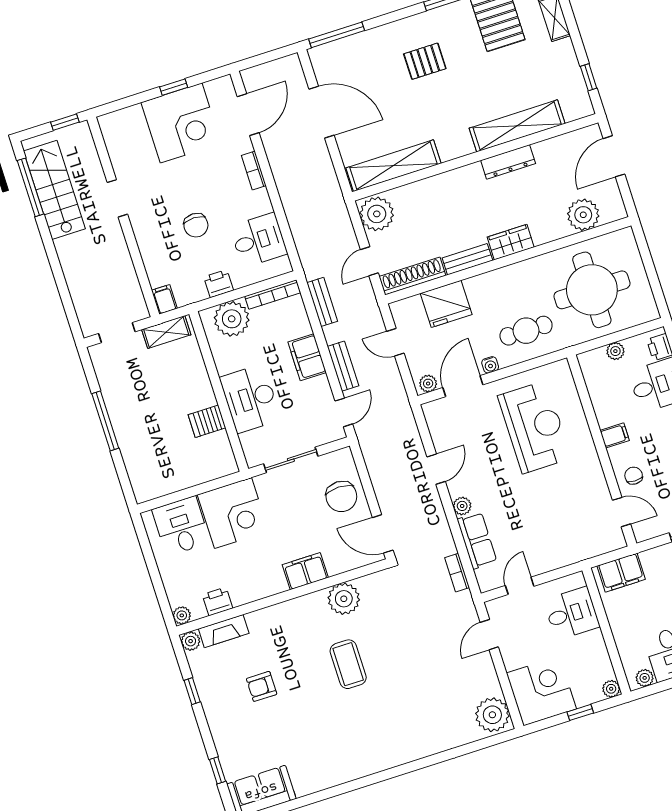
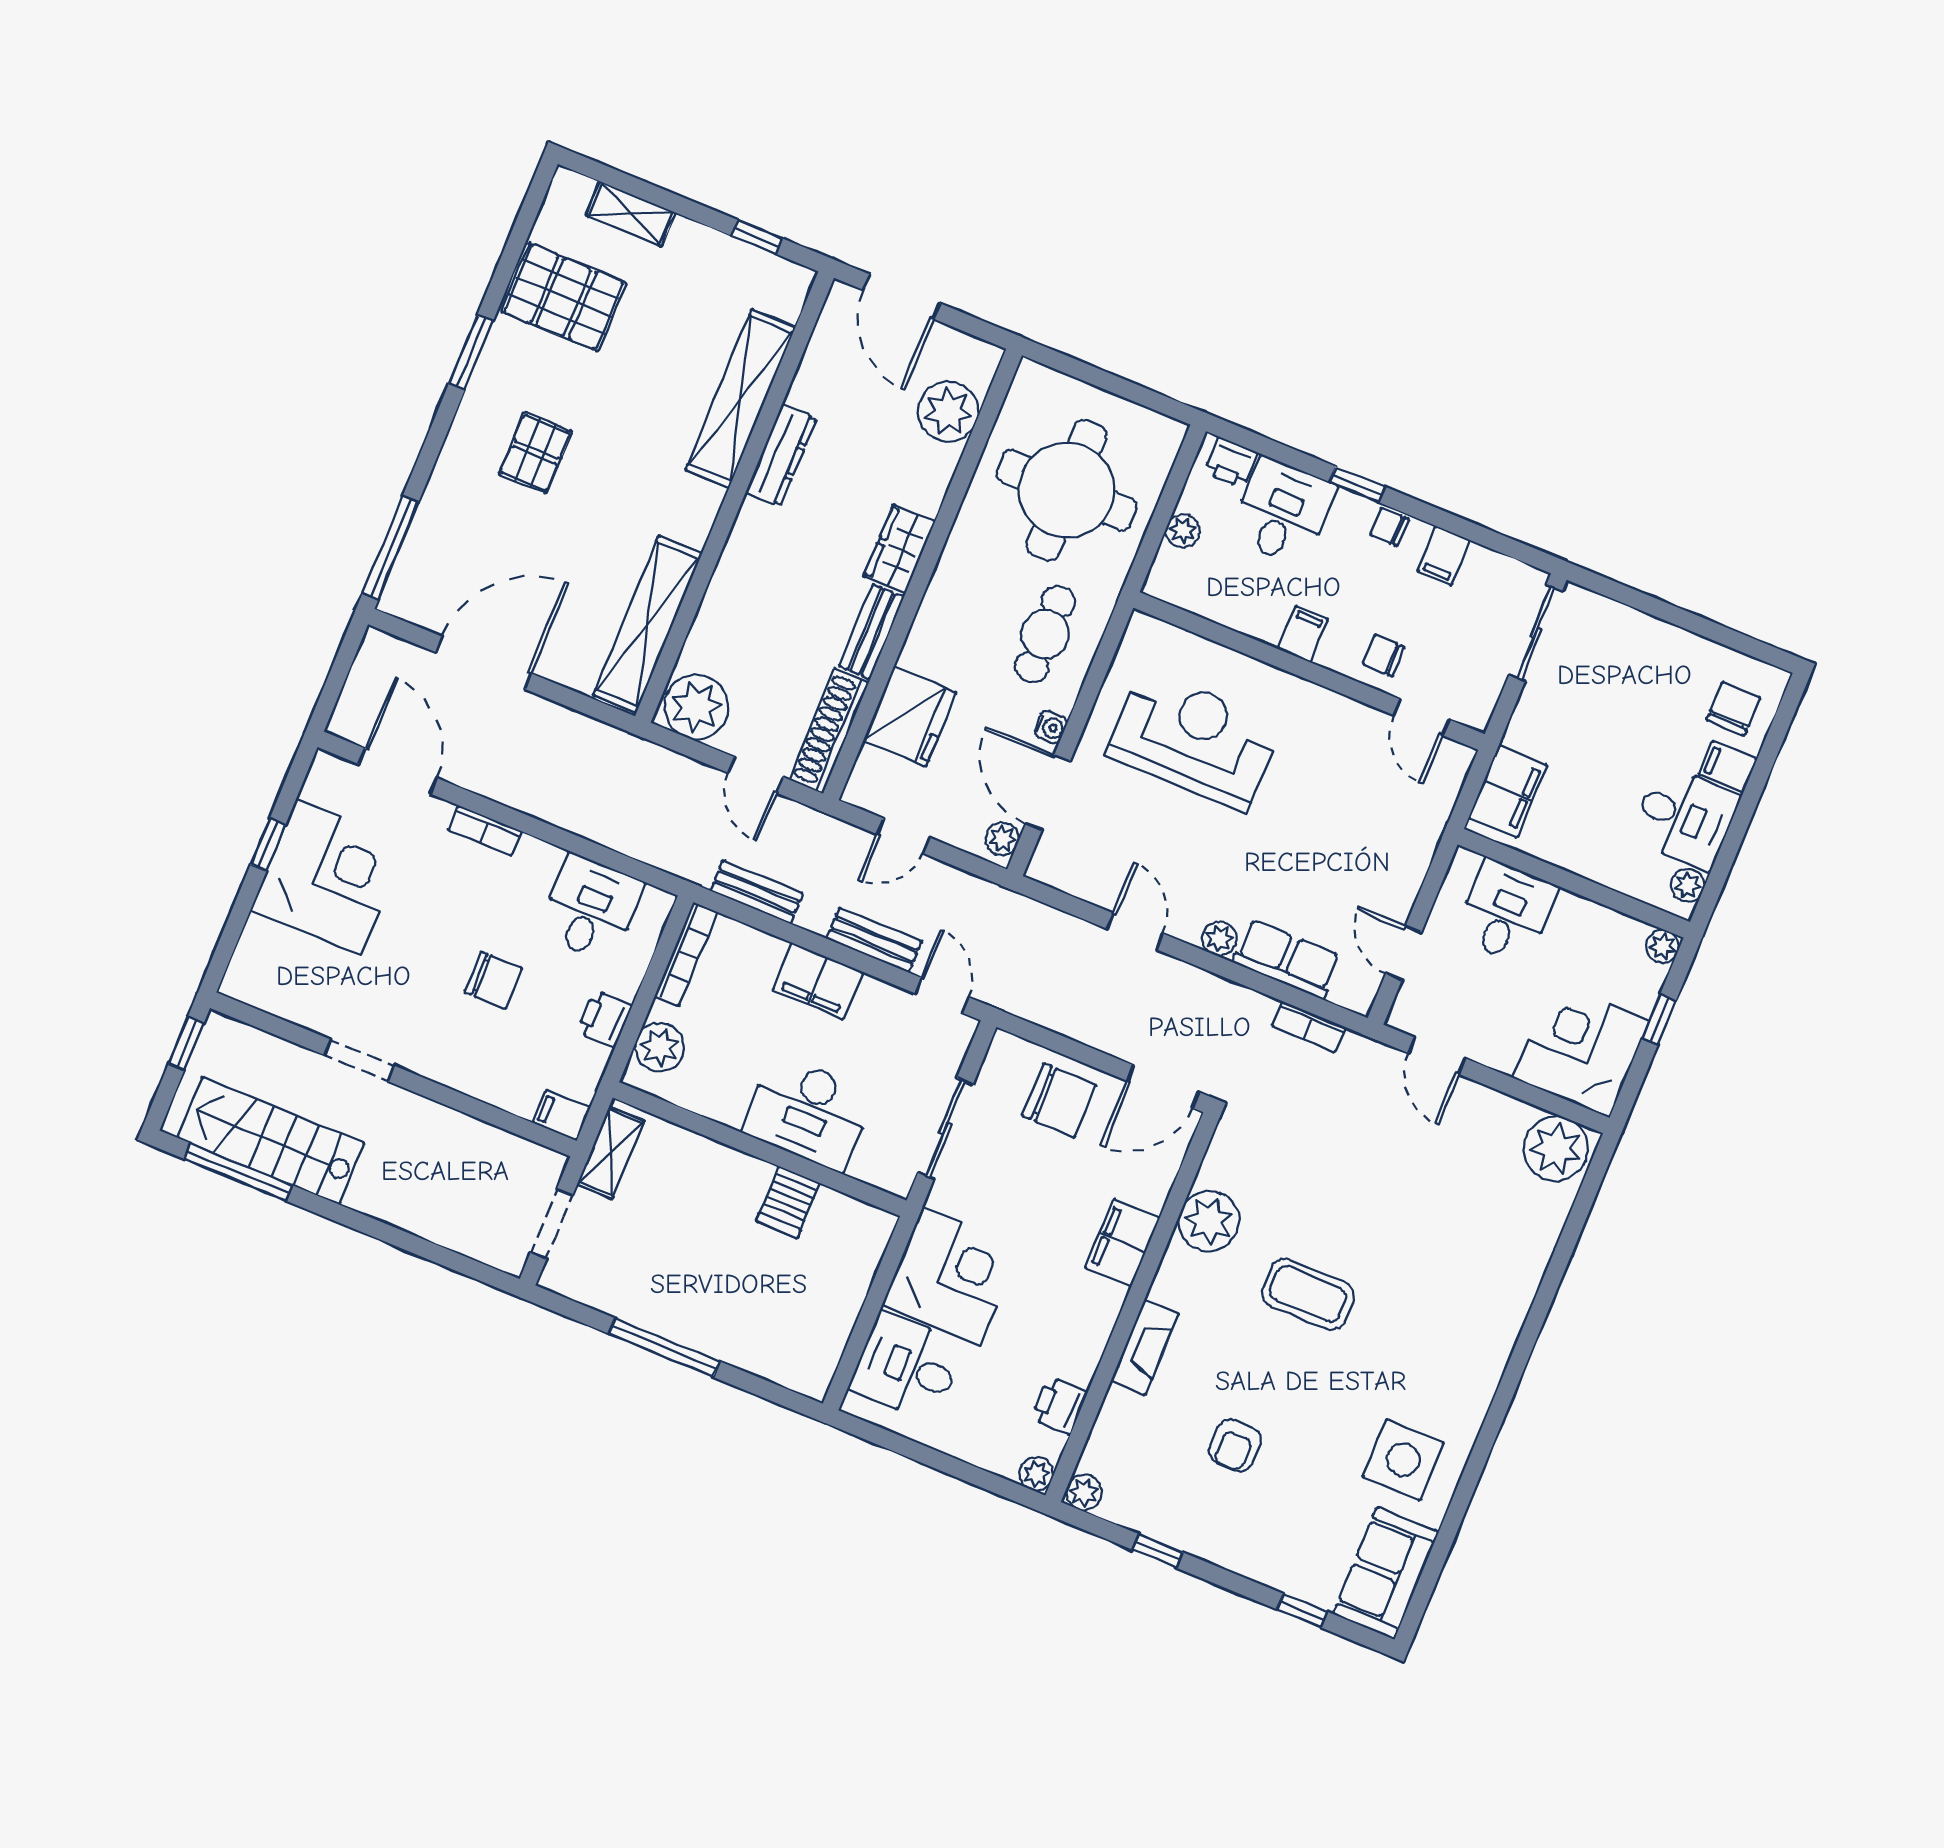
plant: (232, 319) -> (660, 1047), width x0.73, depth x0.73
door: (622, 512) -> (1421, 717), swing flipped
fireplace: (224, 631) -> (1145, 1347), moved
side table: (314, 760) -> (1403, 1460), added

